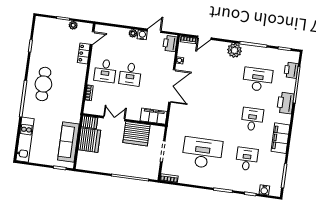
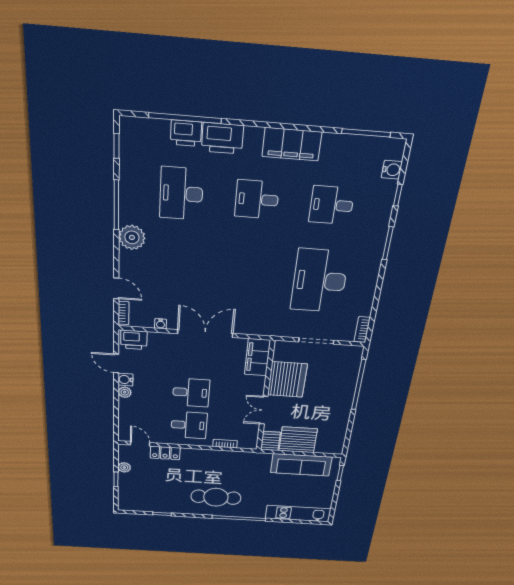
printer: (291, 70) -> (186, 133), moved

